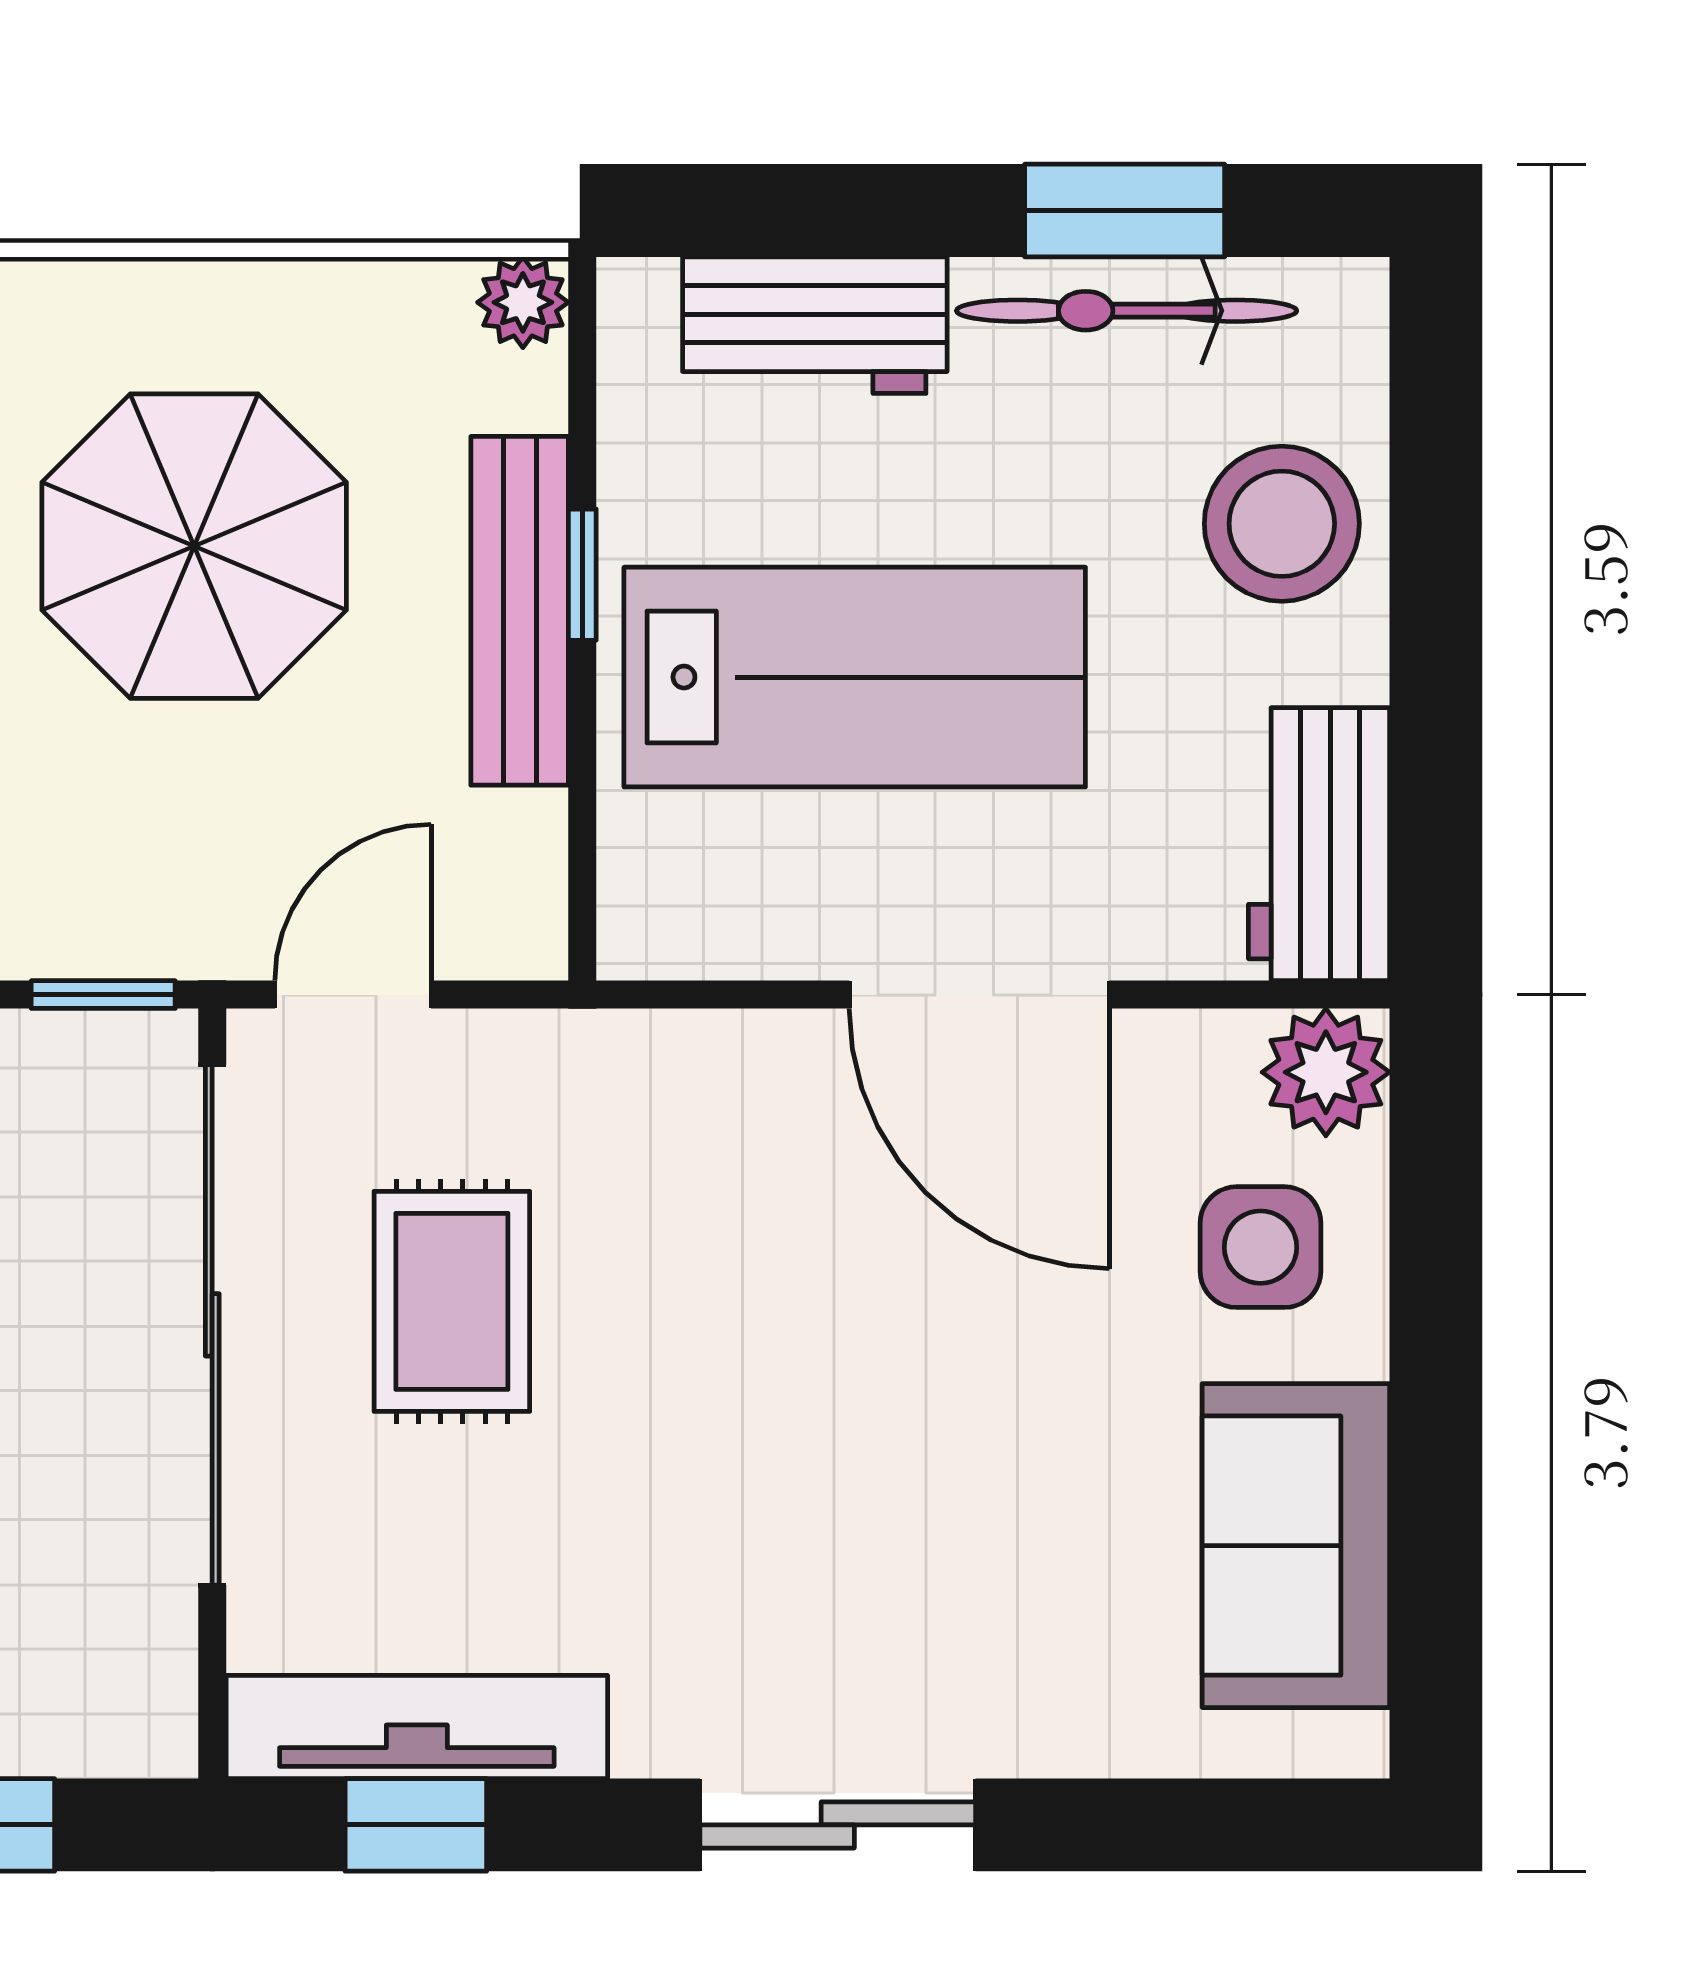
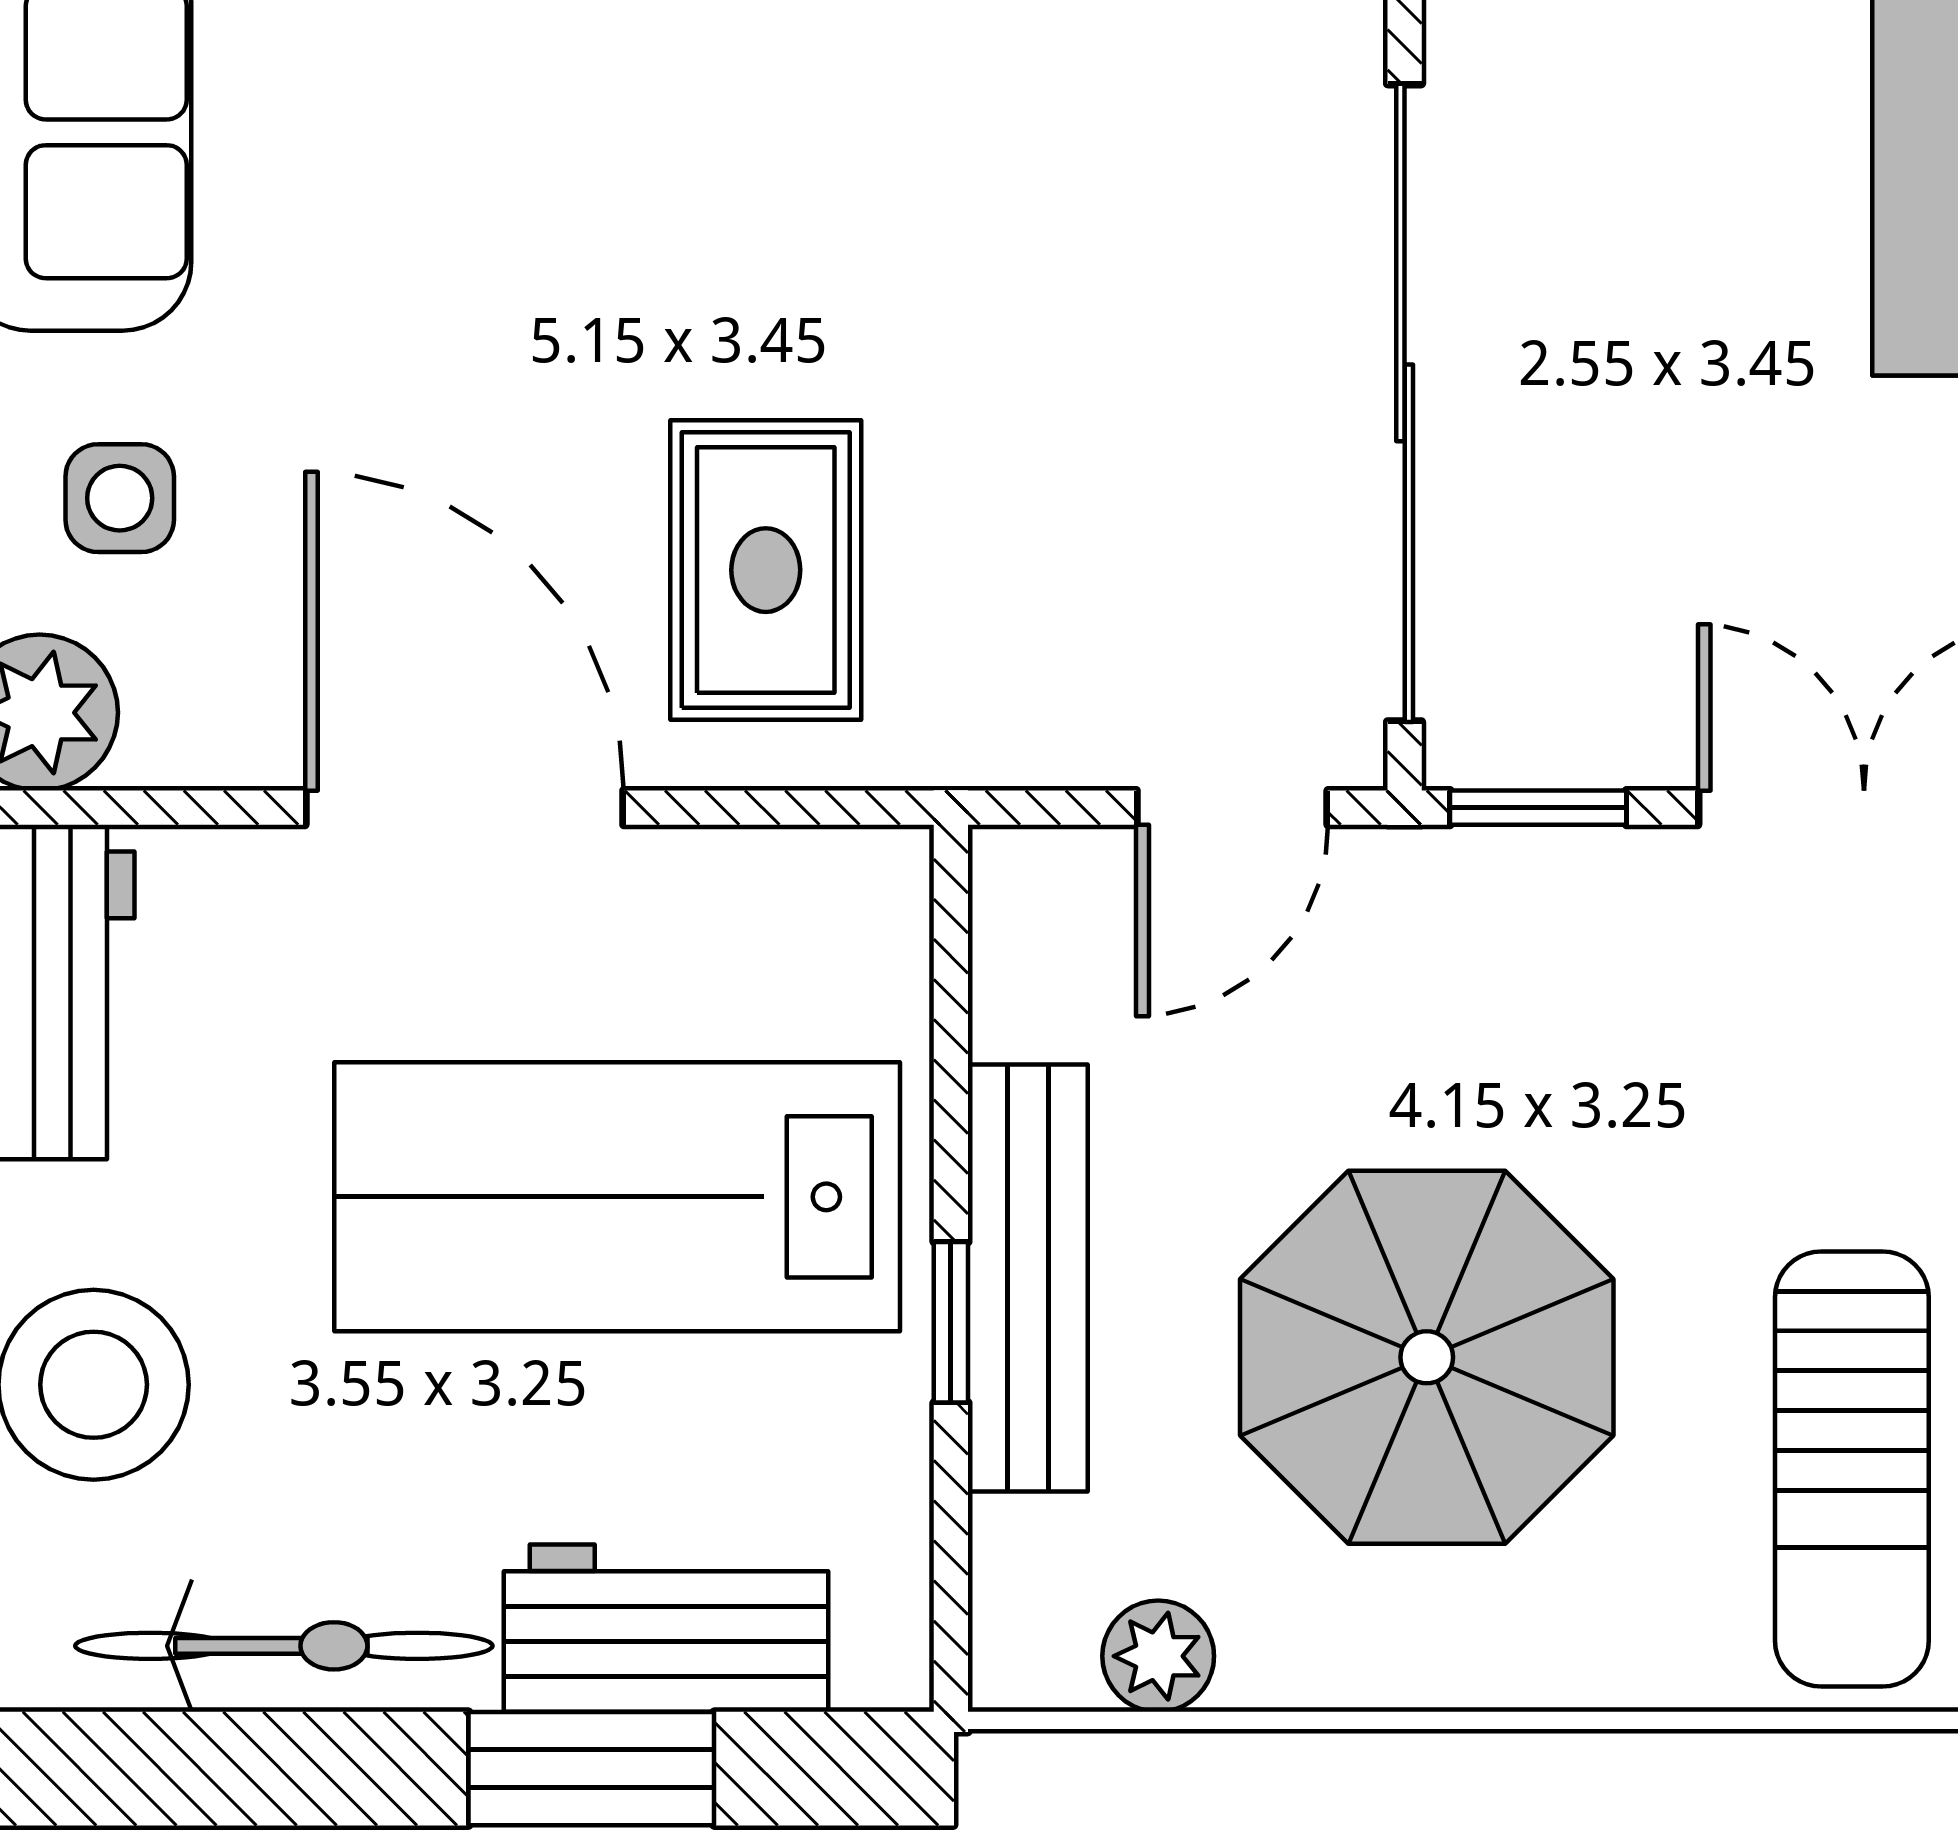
window: (1125, 210) -> (591, 1769), moved
plant: (523, 302) -> (1158, 1656), moved
side table: (1261, 1247) -> (120, 498), width x0.73, depth x0.73
rug: (452, 1301) -> (766, 570), moved

